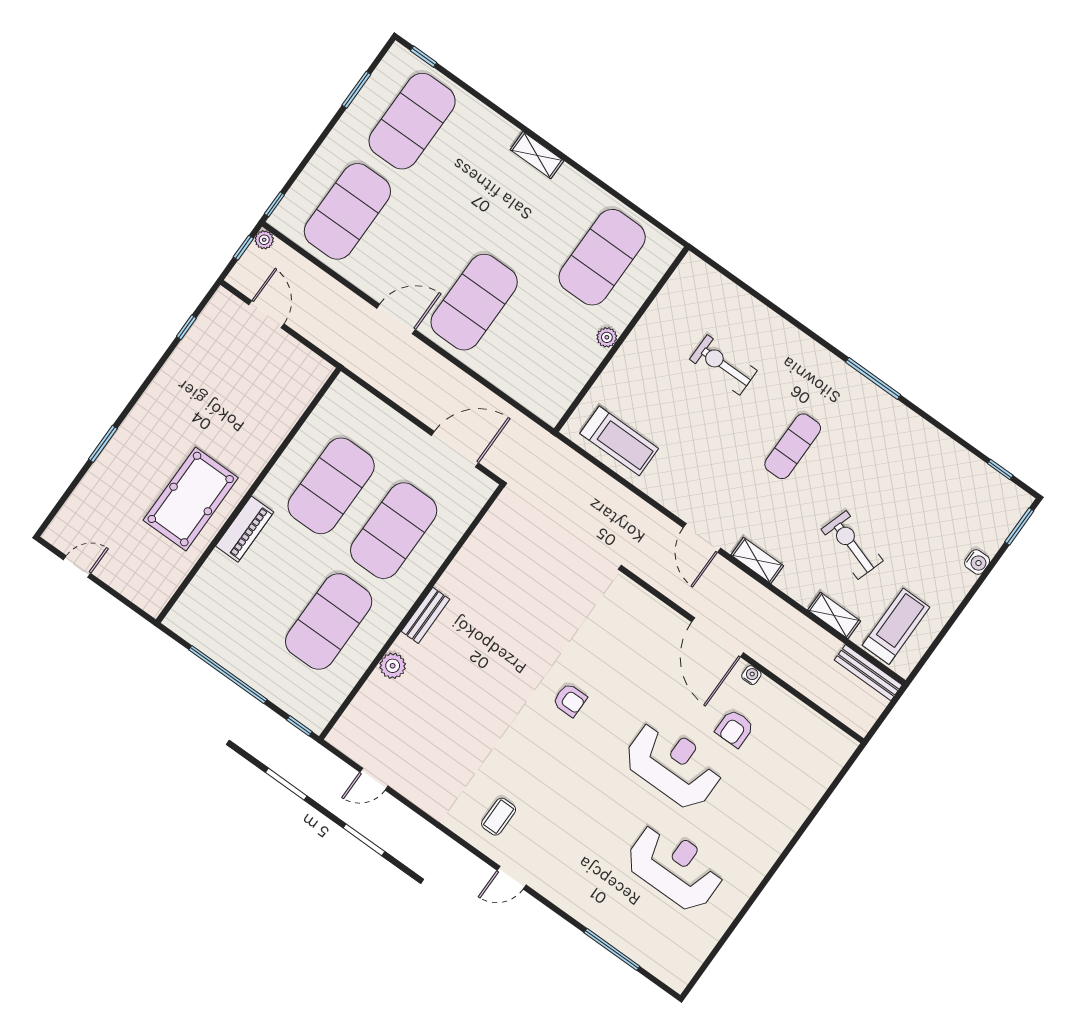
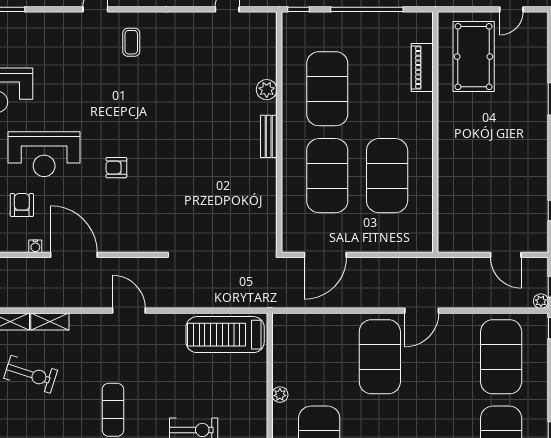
treadmill: (619, 441) -> (225, 335), width x1.37, depth x1.38
pool table: (191, 499) -> (474, 57), moved
piano: (245, 529) -> (422, 67), moved
shelving: (757, 560) -> (50, 322), moved
armchair: (570, 700) -> (116, 168), moved

